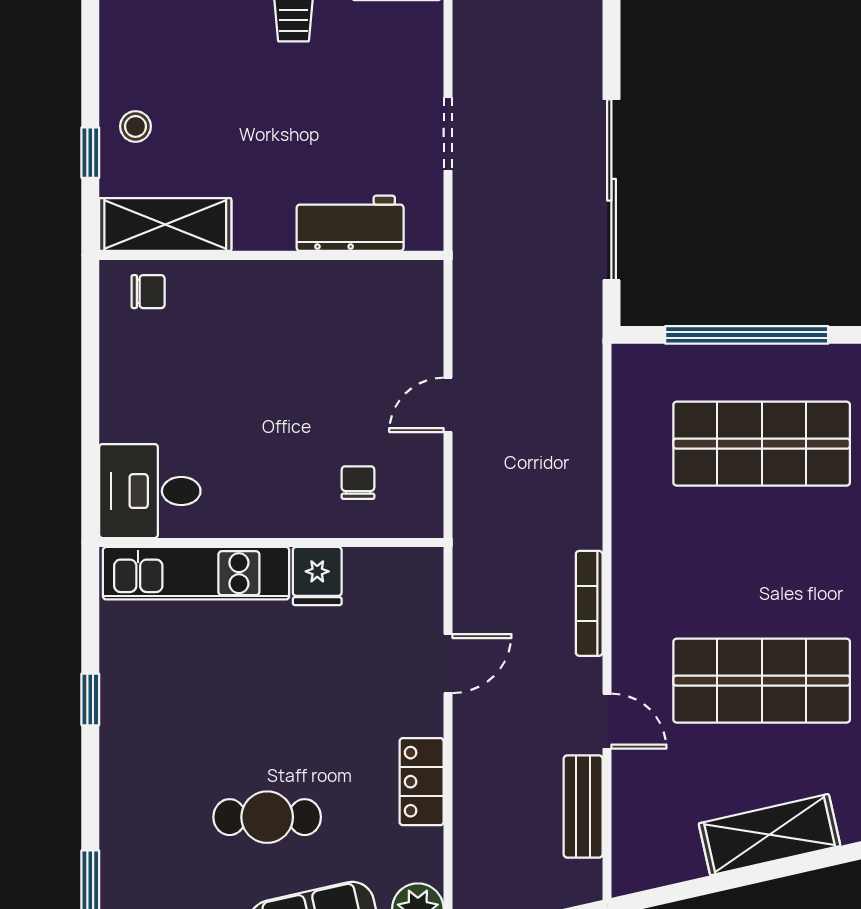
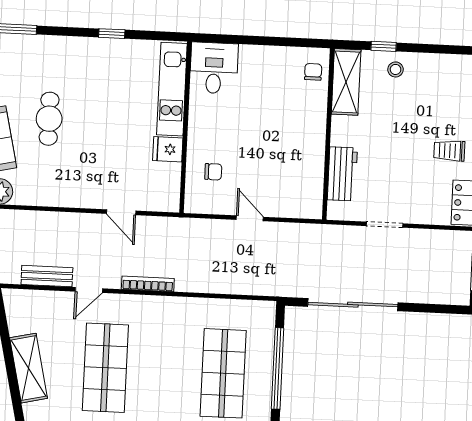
chair: (148, 292) -> (313, 72), turned 180
locker: (422, 782) -> (63, 196), removed

